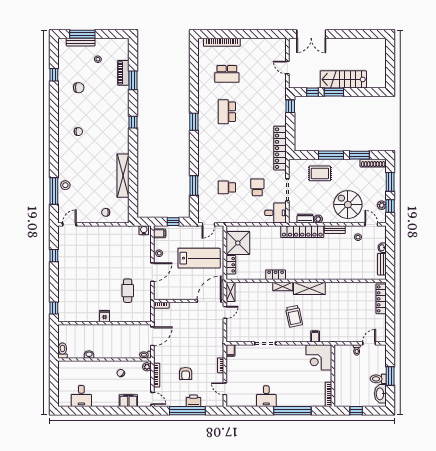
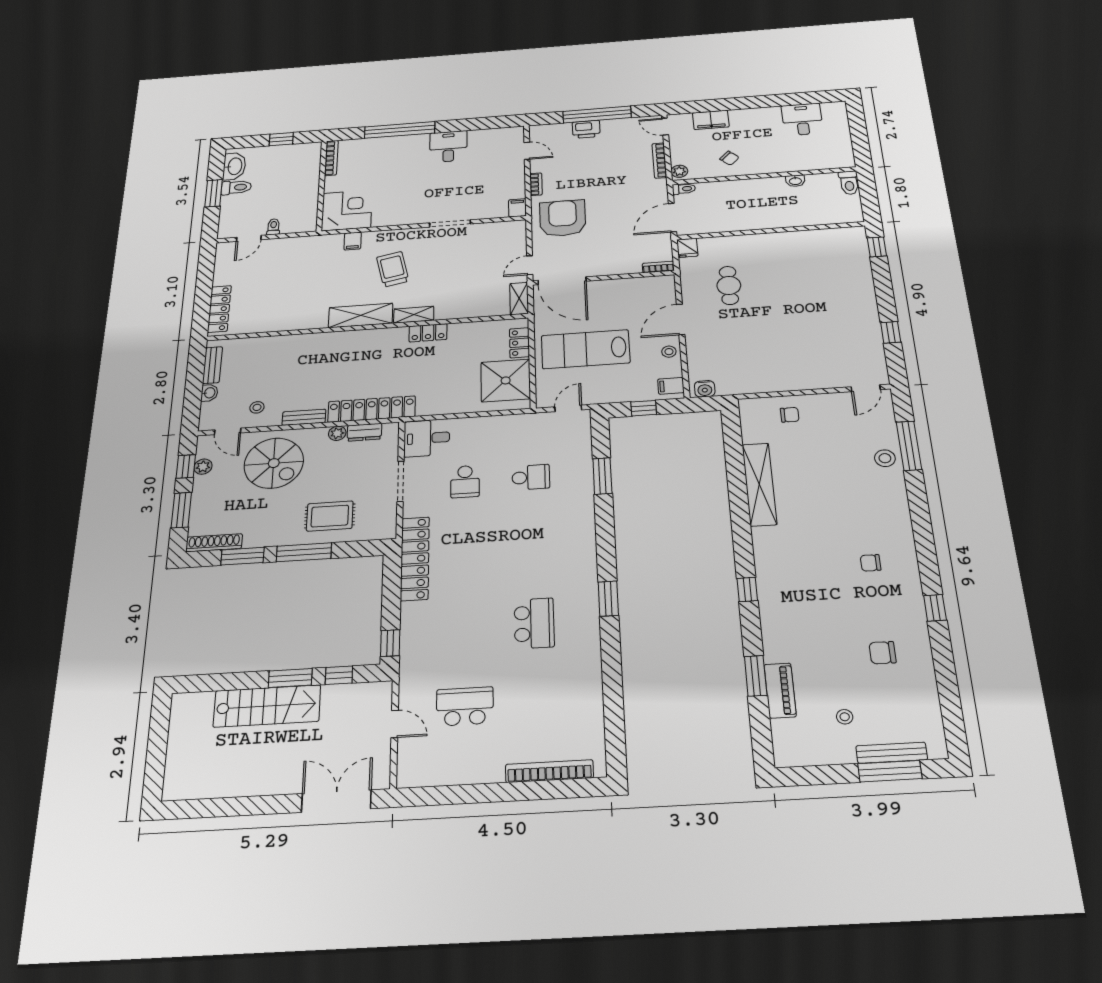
school desk: (227, 74) -> (465, 706), moved
window: (54, 75) -> (935, 608), moved
door: (209, 301) -> (562, 281), hinge flipped
fridge: (105, 316) -> (687, 248), moved
armchair: (186, 373) -> (563, 218), moved, width x1.88, depth x1.88

